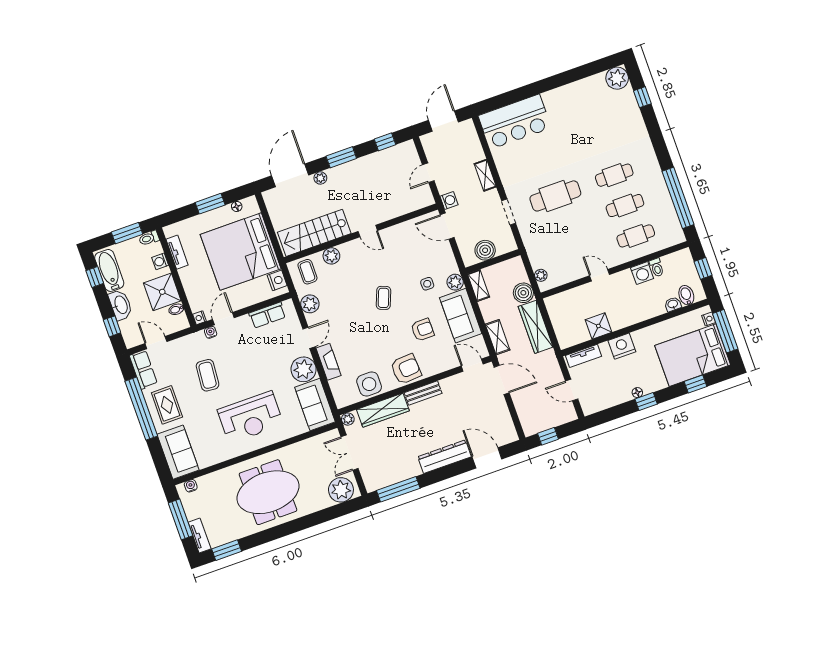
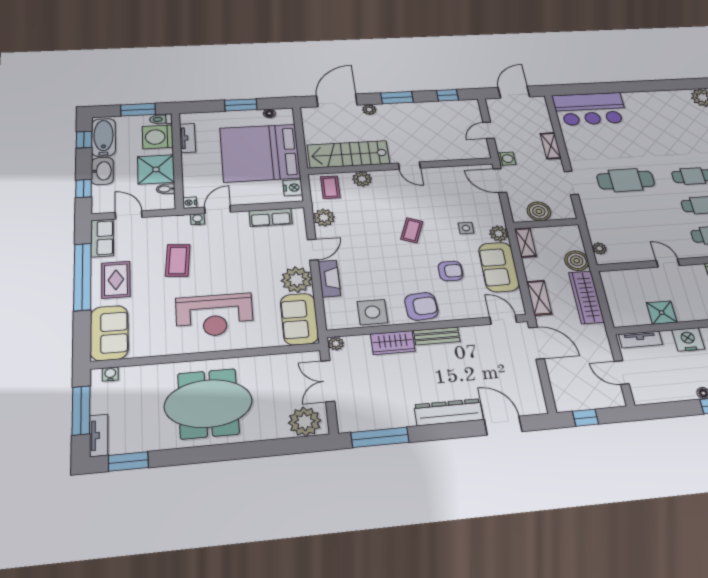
washing machine: (160, 261) -> (158, 137), width x1.89, depth x1.89
wardrobe: (383, 410) -> (393, 343), width x0.67

